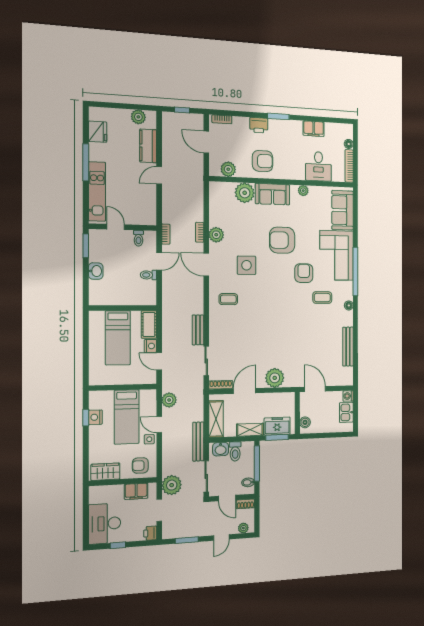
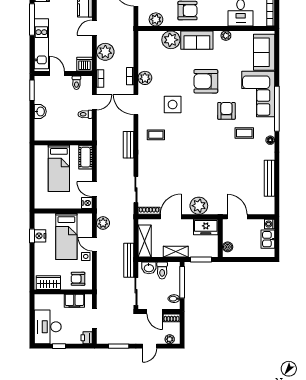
dishwasher: (148, 217) -> (84, 64), added
bench: (198, 330) -> (129, 145), moved
nightstand: (150, 346) -> (87, 203), moved
freezer: (277, 426) -> (206, 227), moved, turned 180
plant: (172, 485) -> (105, 52), moved

